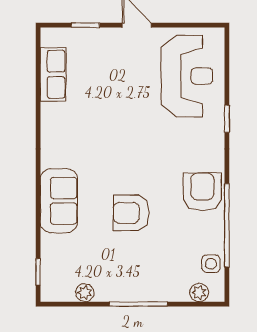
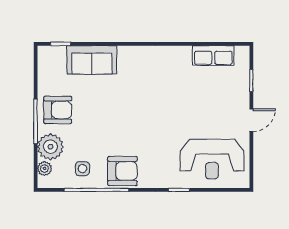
sofa: (59, 201) -> (92, 60), moved
armchair: (131, 213) -> (58, 110), moved, turned 90
side table: (211, 264) -> (82, 169), moved
plant: (85, 293) -> (50, 147), moved, width x1.88, depth x1.88

